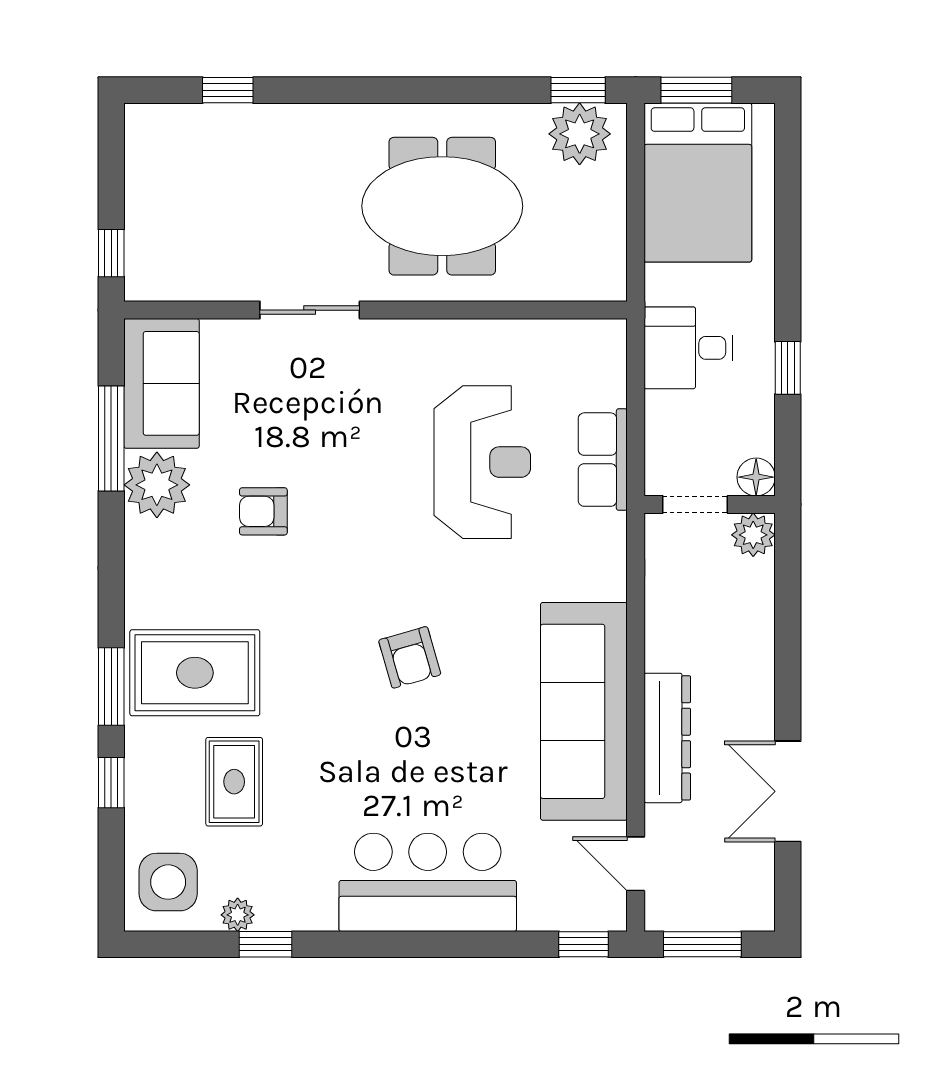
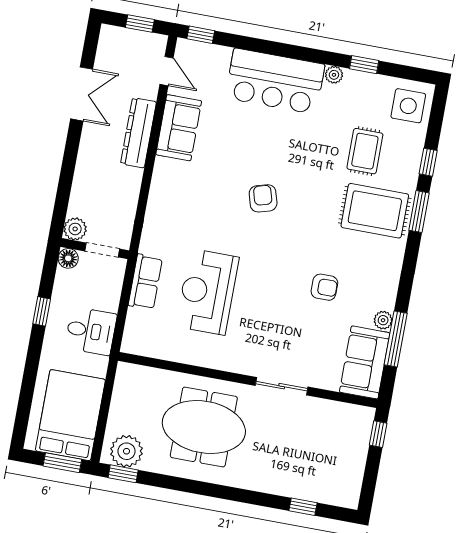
plant: (157, 485) -> (383, 320), width x0.53, depth x0.53
sofa: (584, 711) -> (179, 128), width x0.54, depth x0.79
plant: (238, 915) -> (334, 75), moved
window: (702, 944) -> (140, 24), width x0.67

